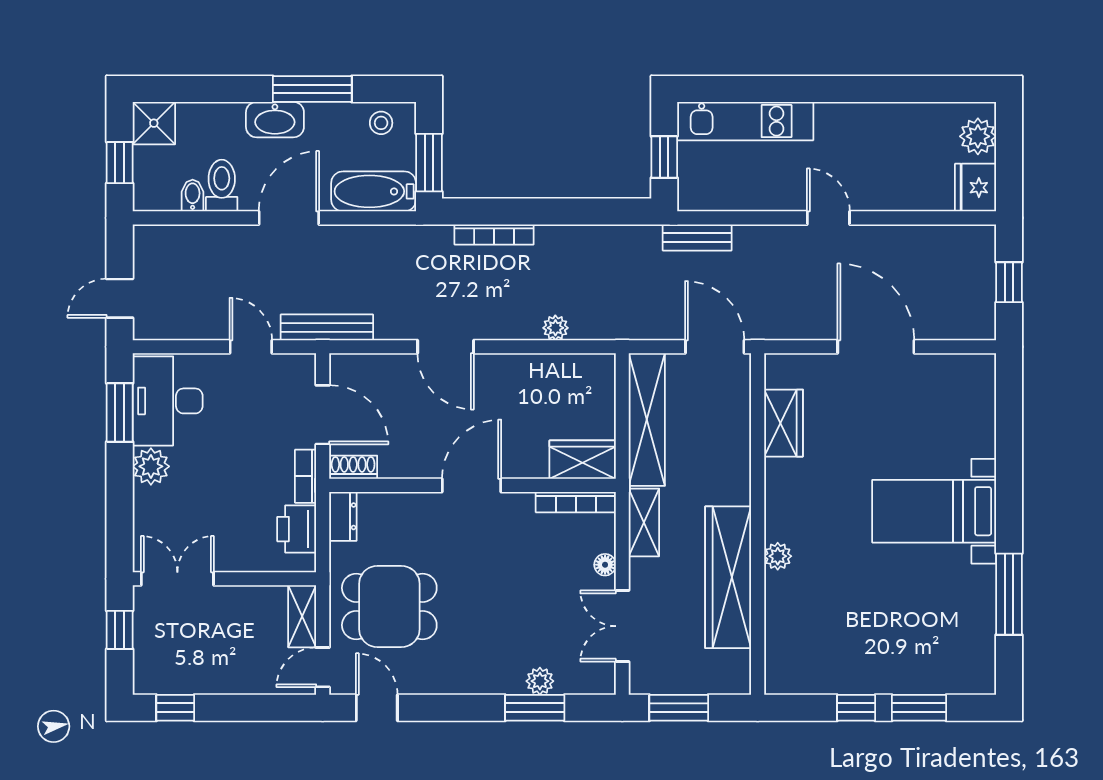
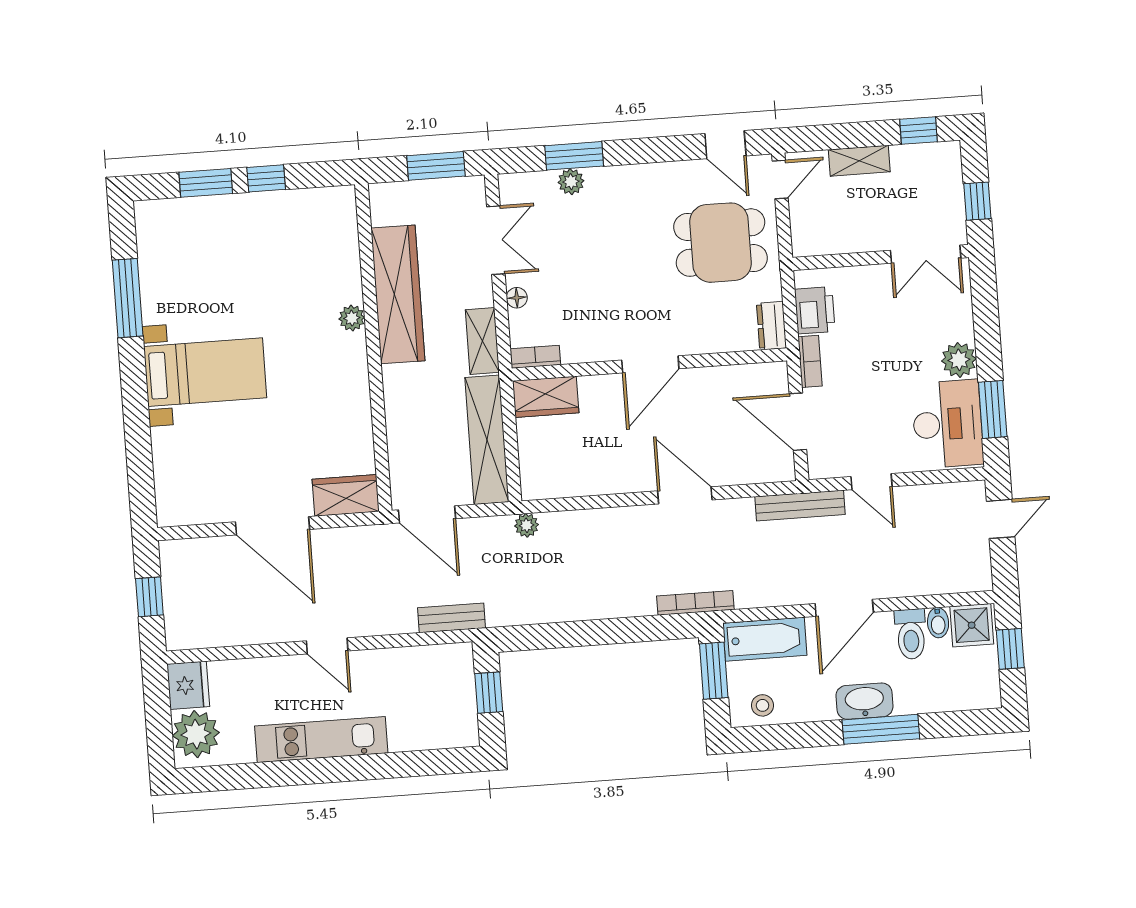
window: (312, 89) -> (881, 729), moved
kitchen unit: (745, 121) -> (321, 740), moved
shower: (154, 123) -> (972, 625), moved
plant: (978, 136) -> (196, 734), width x1.36, depth x1.36
bookcase: (494, 234) -> (695, 603), moved
plant: (555, 328) -> (527, 525), moved
wardrobe: (784, 423) -> (346, 495), moved, turned 90
shoe rack: (353, 467) -> (765, 373), removed
bookcase: (576, 502) -> (535, 357), width x0.64
shelving: (302, 616) -> (859, 161), moved, turned 90

